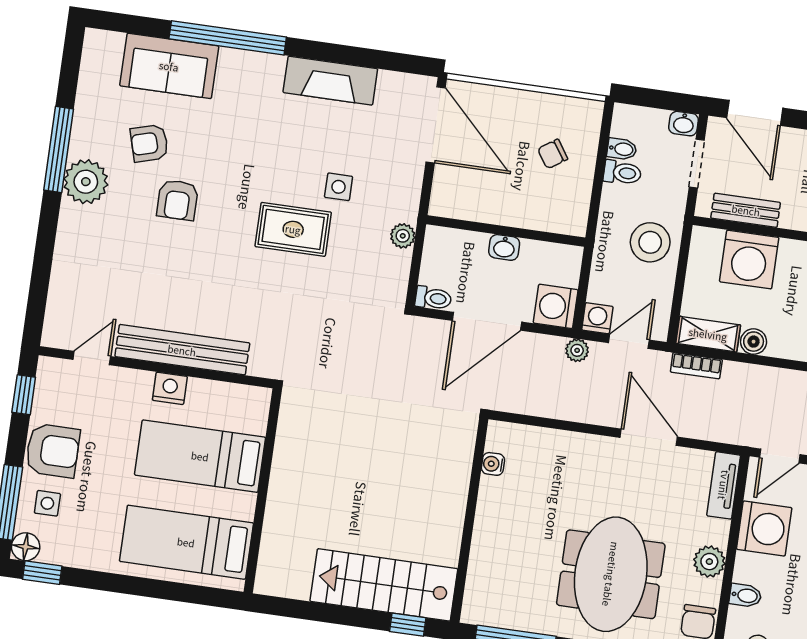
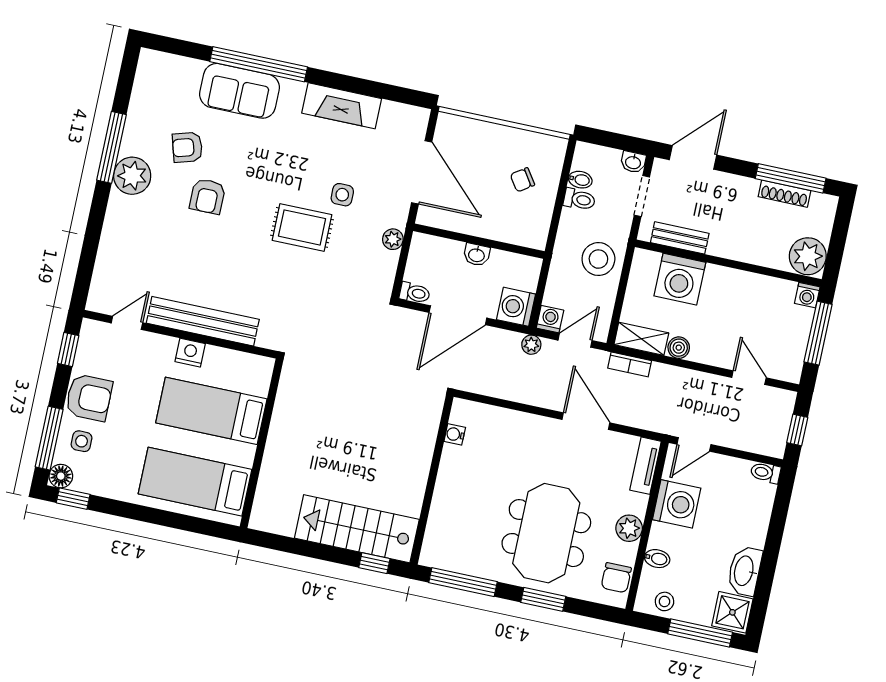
sofa: (169, 66) -> (240, 91), moved
door: (755, 113) -> (693, 157), swing flipped
door: (436, 125) -> (422, 172), moved

